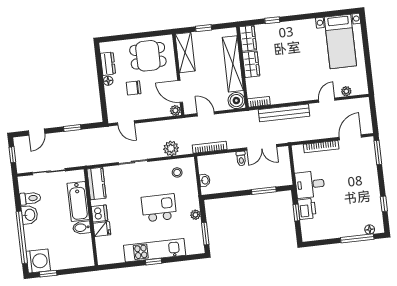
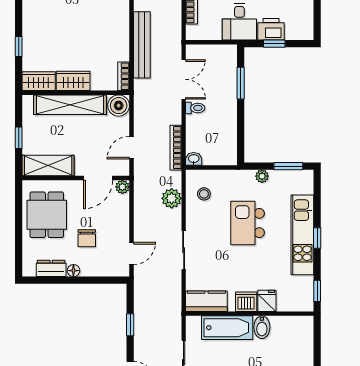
washbasin: (205, 180) -> (194, 159), moved
window: (114, 266) -> (317, 291), added

